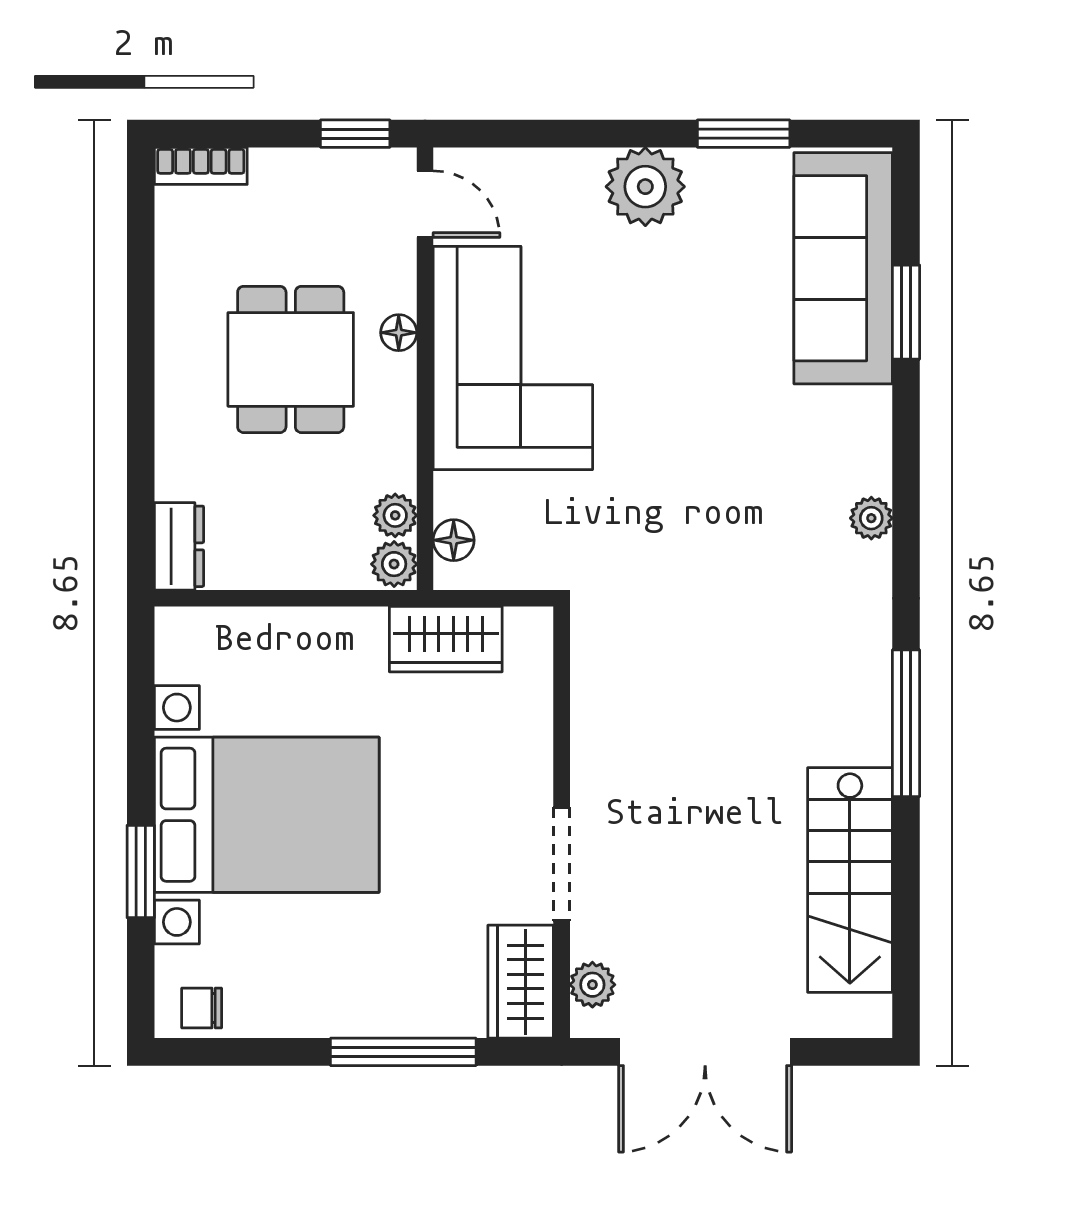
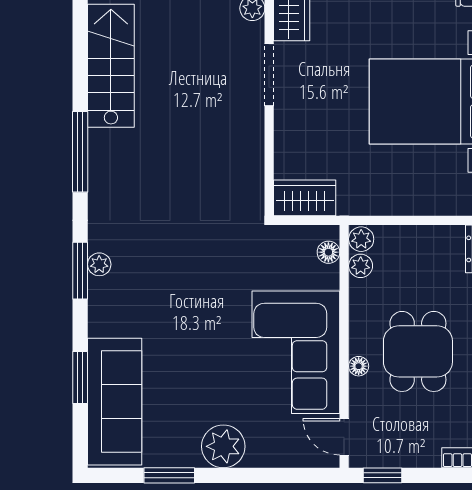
window: (906, 507) -> (80, 271), added
wardrobe: (446, 639) -> (305, 198), moved

